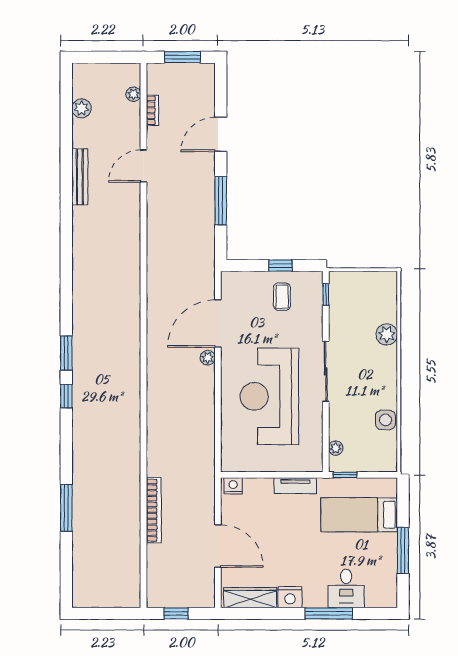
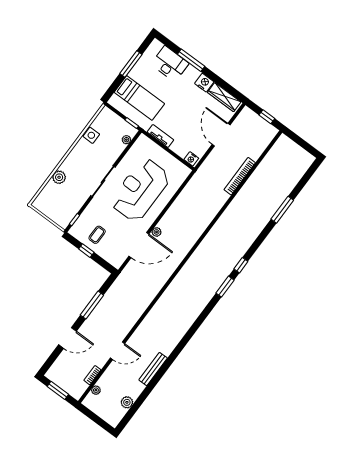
reception desk: (269, 396) -> (140, 190), turned 180
desk: (346, 588) -> (170, 64), width x1.37

